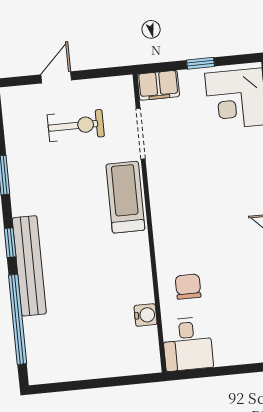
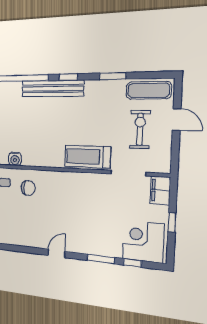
exercise mat: (20, 121) -> (149, 90), added
exercise bike: (76, 126) -> (140, 129), turned 180
treadmill: (125, 197) -> (87, 157), turned 180

